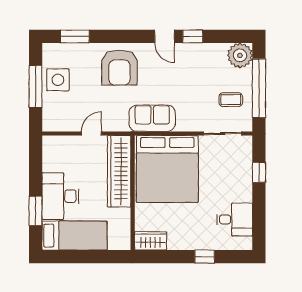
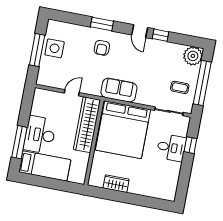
window: (75, 36) -> (102, 24), moved
armchair: (119, 67) -> (102, 48), width x0.53, depth x0.53
window: (36, 211) -> (19, 142), width x1.44
desk: (235, 219) -> (171, 148), moved
wardrobe: (151, 241) -> (116, 184), moved
window: (205, 257) -> (138, 200), removed

